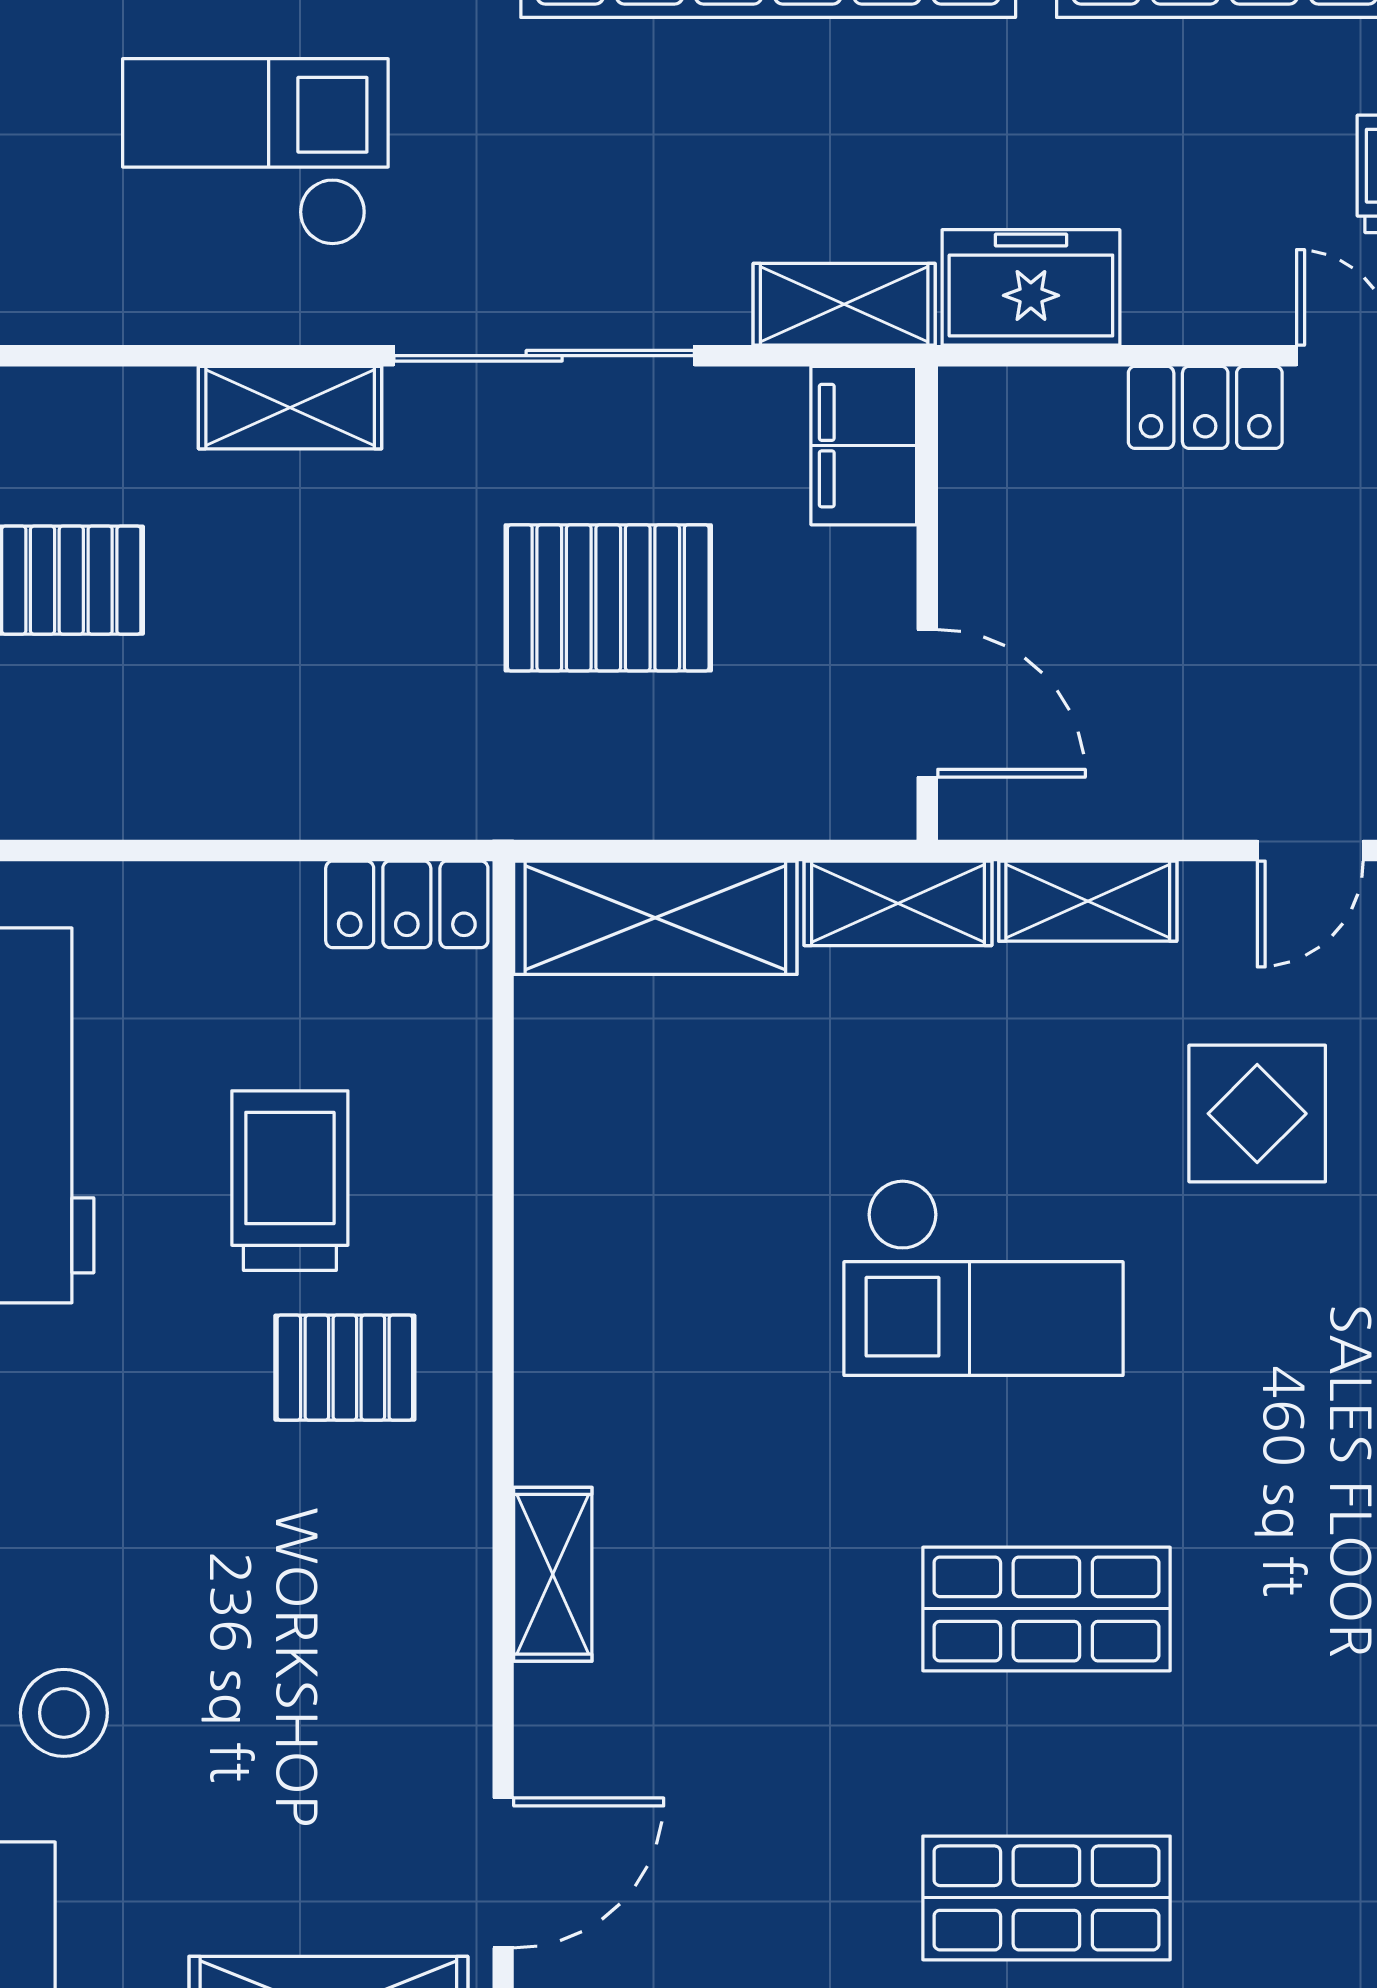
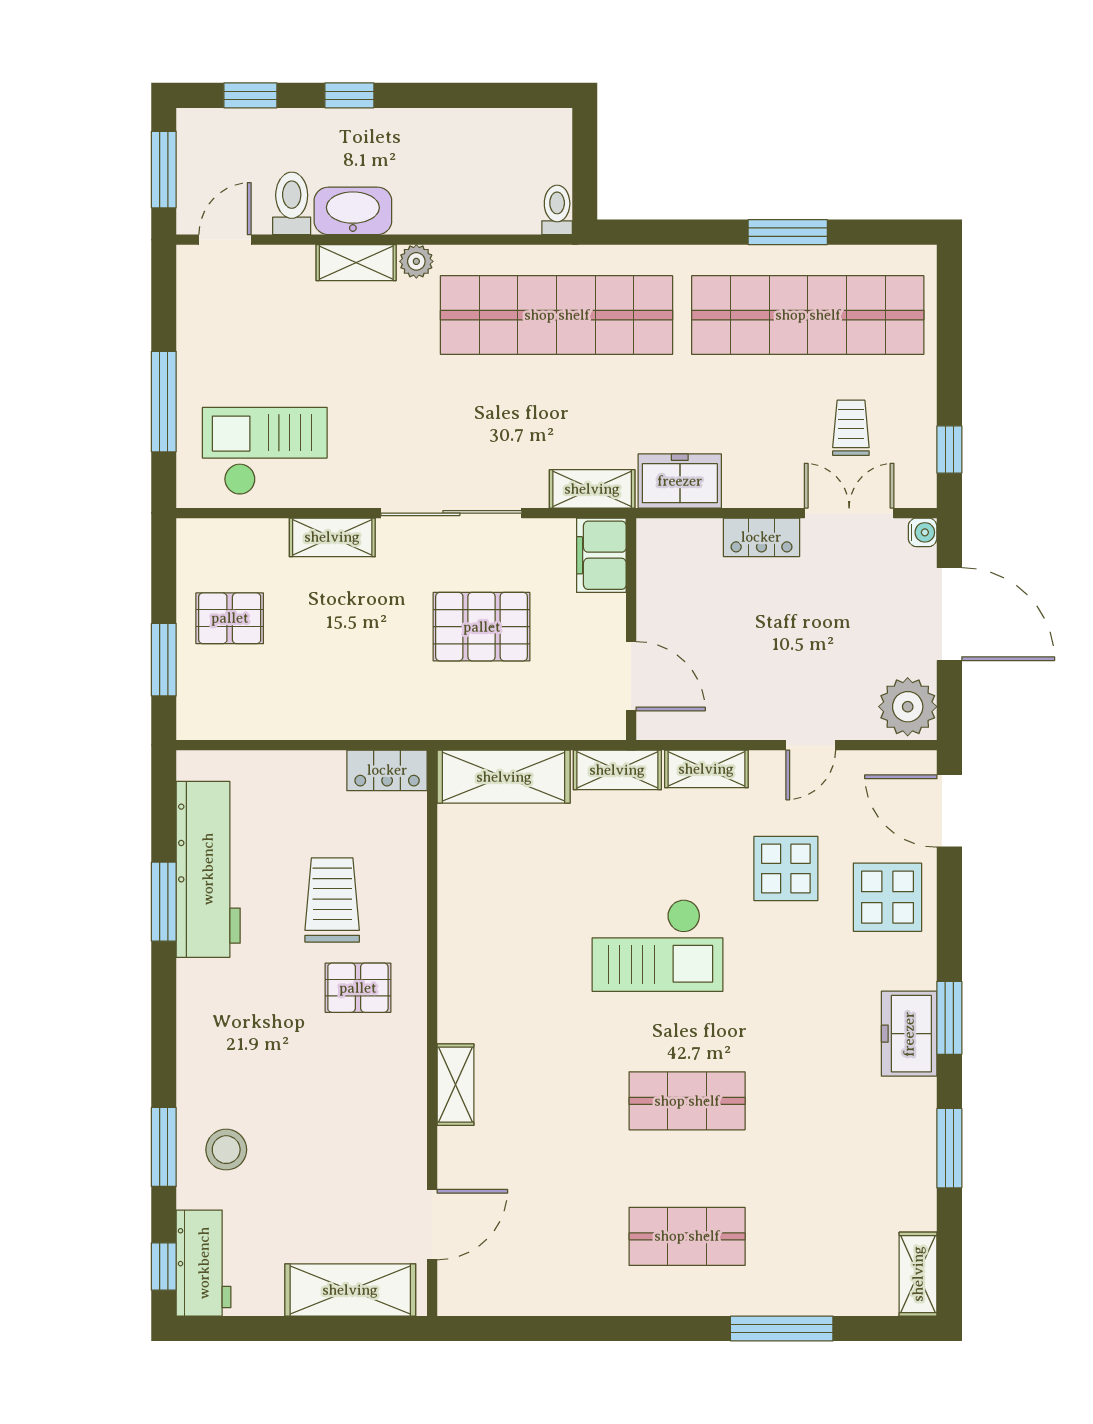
checkout: (255, 152) -> (265, 451), moved

